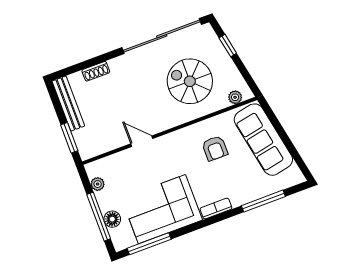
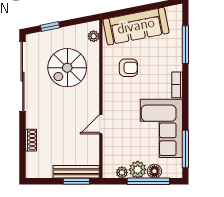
bench: (68, 104) -> (76, 172), moved
plant: (107, 200) -> (138, 170), added

